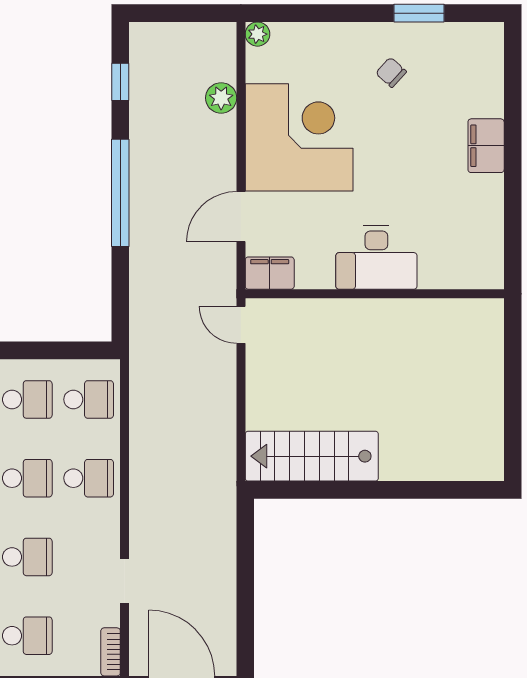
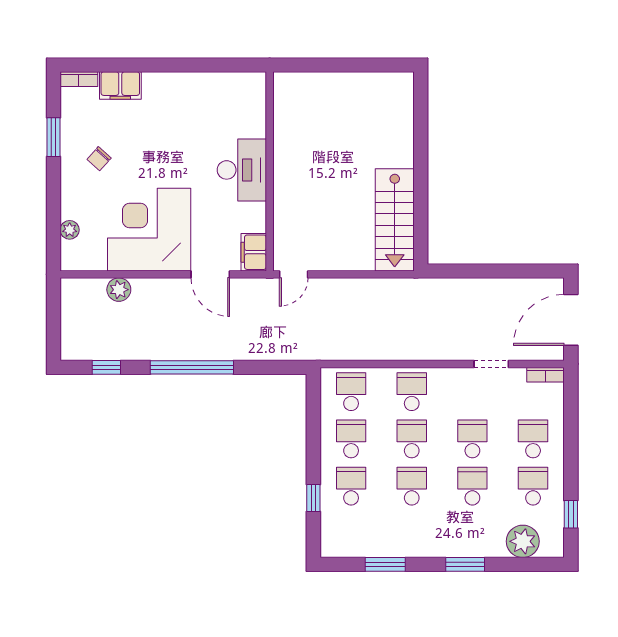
plant: (257, 34) -> (70, 230), moved
bookcase: (494, 46) -> (79, 79), added
filing cabinet: (486, 146) -> (120, 86), moved

